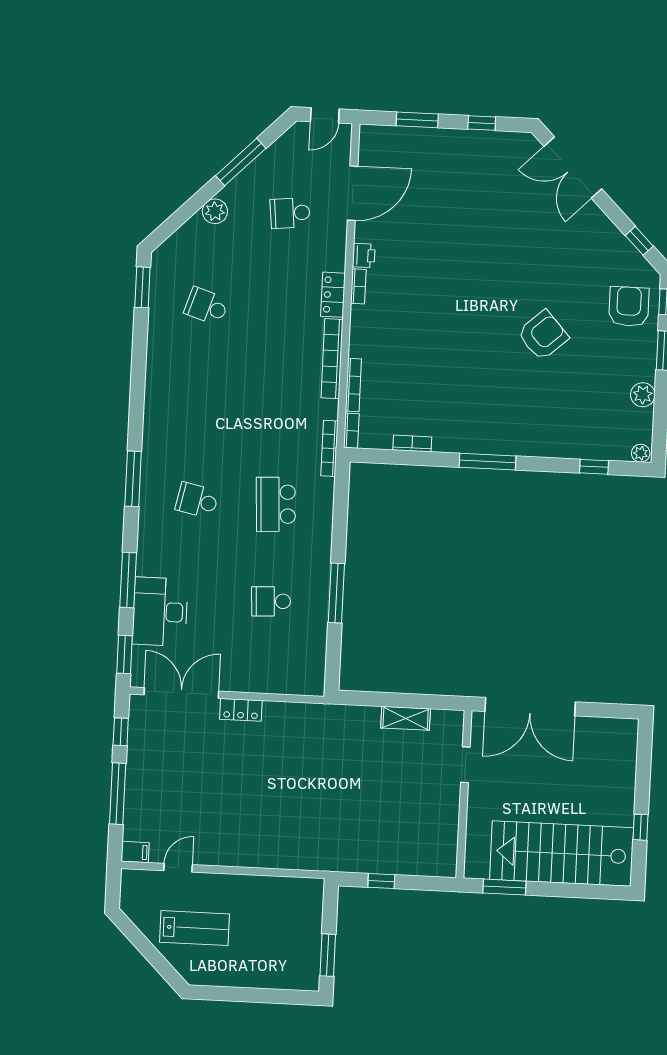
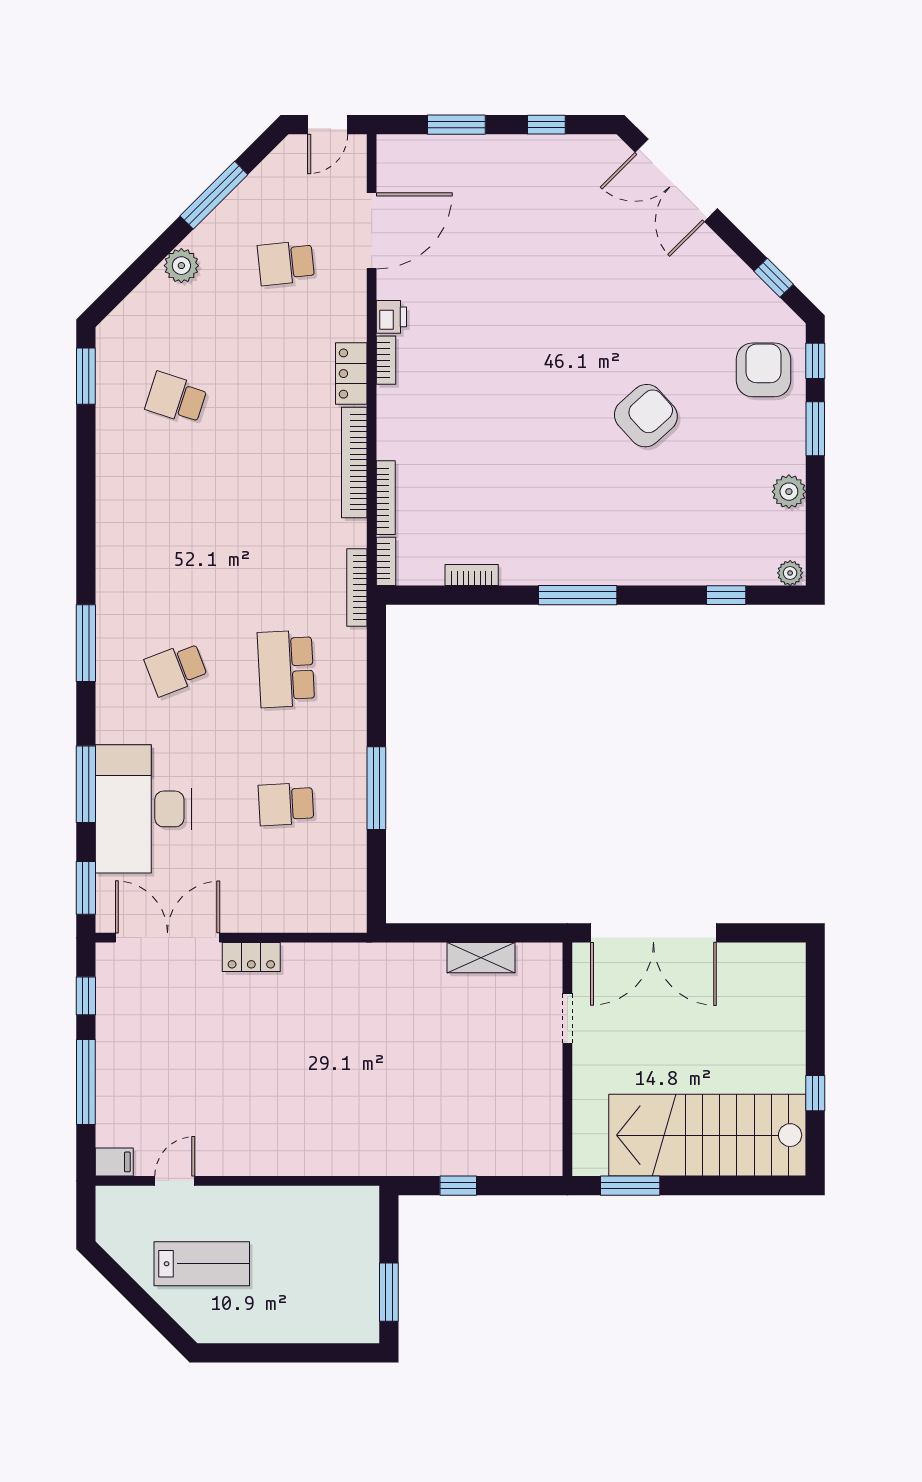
school desk: (197, 500) -> (176, 669), turned -33
desk: (160, 612) -> (143, 809), width x1.36, depth x1.30

